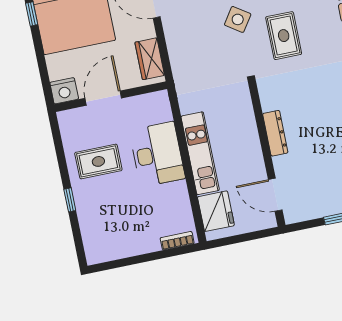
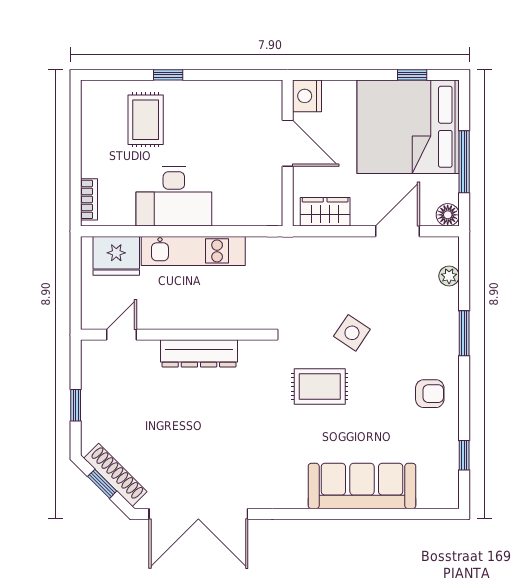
dresser: (275, 133) -> (199, 353), width x1.37, depth x1.24
desk: (157, 154) -> (174, 197), moved
rug: (98, 161) -> (146, 120), moved
door: (275, 195) -> (122, 335), width x0.73

